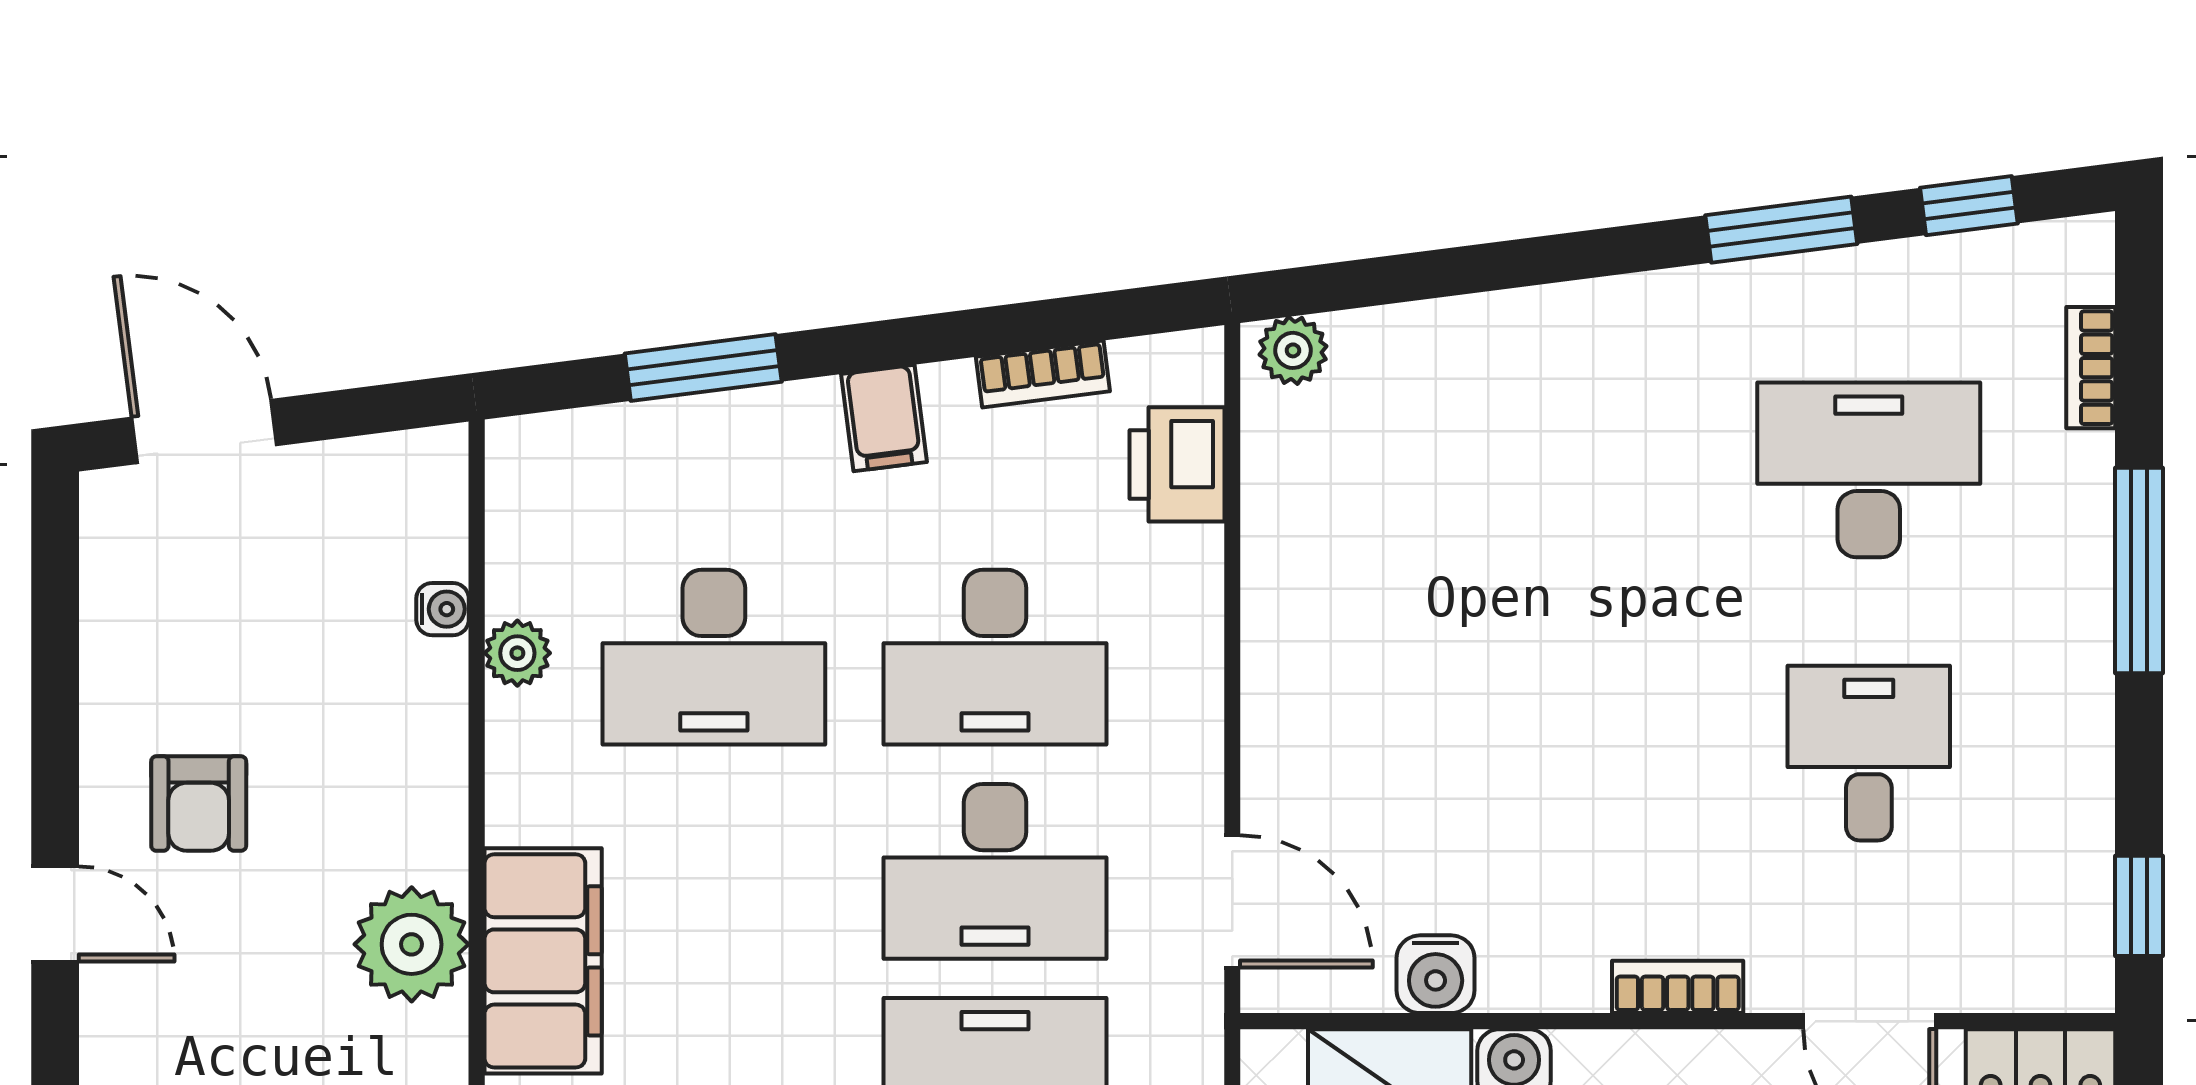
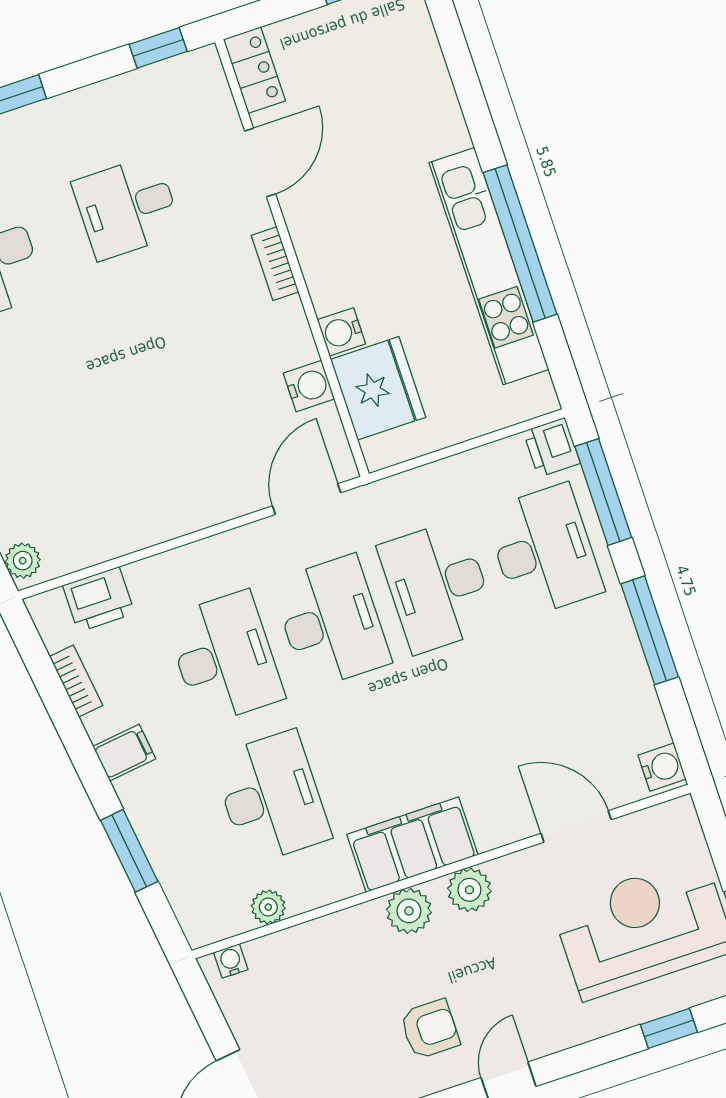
water cooler: (443, 609) -> (231, 961), moved
plant: (517, 653) -> (268, 907), moved
plant: (425, 837) -> (409, 911), added
plant: (412, 944) -> (469, 890), width x0.73, depth x0.73
filing cabinet: (543, 961) -> (412, 845), moved

